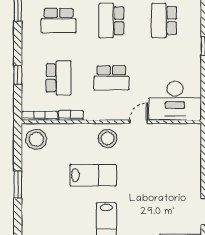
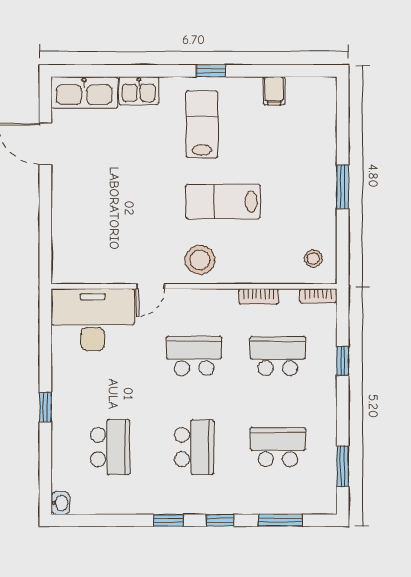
school desk: (59, 78) -> (278, 356), turned 90
bookcase: (40, 116) -> (318, 296), width x0.64
stool: (36, 139) -> (313, 259), width x0.53, depth x0.53

